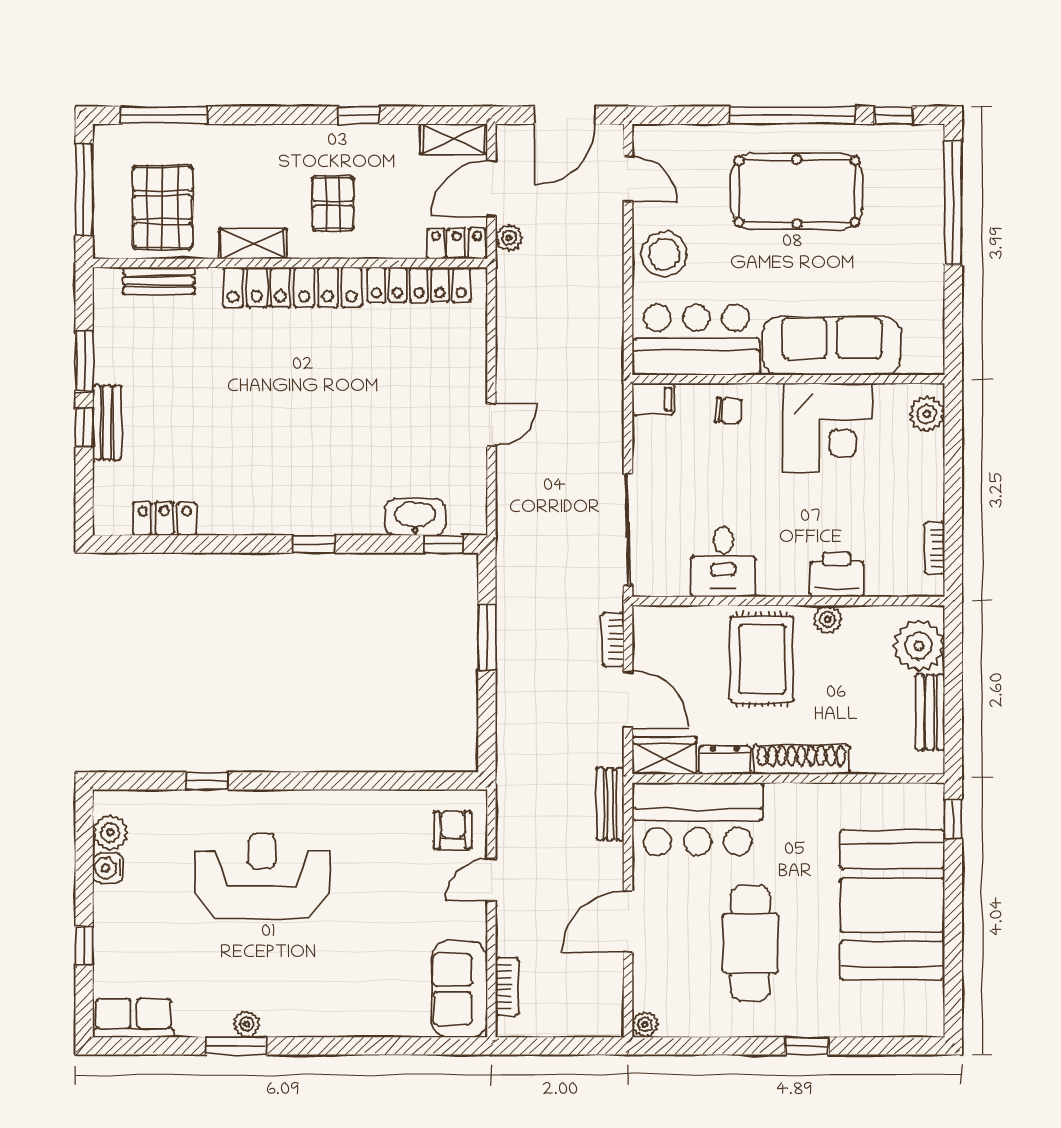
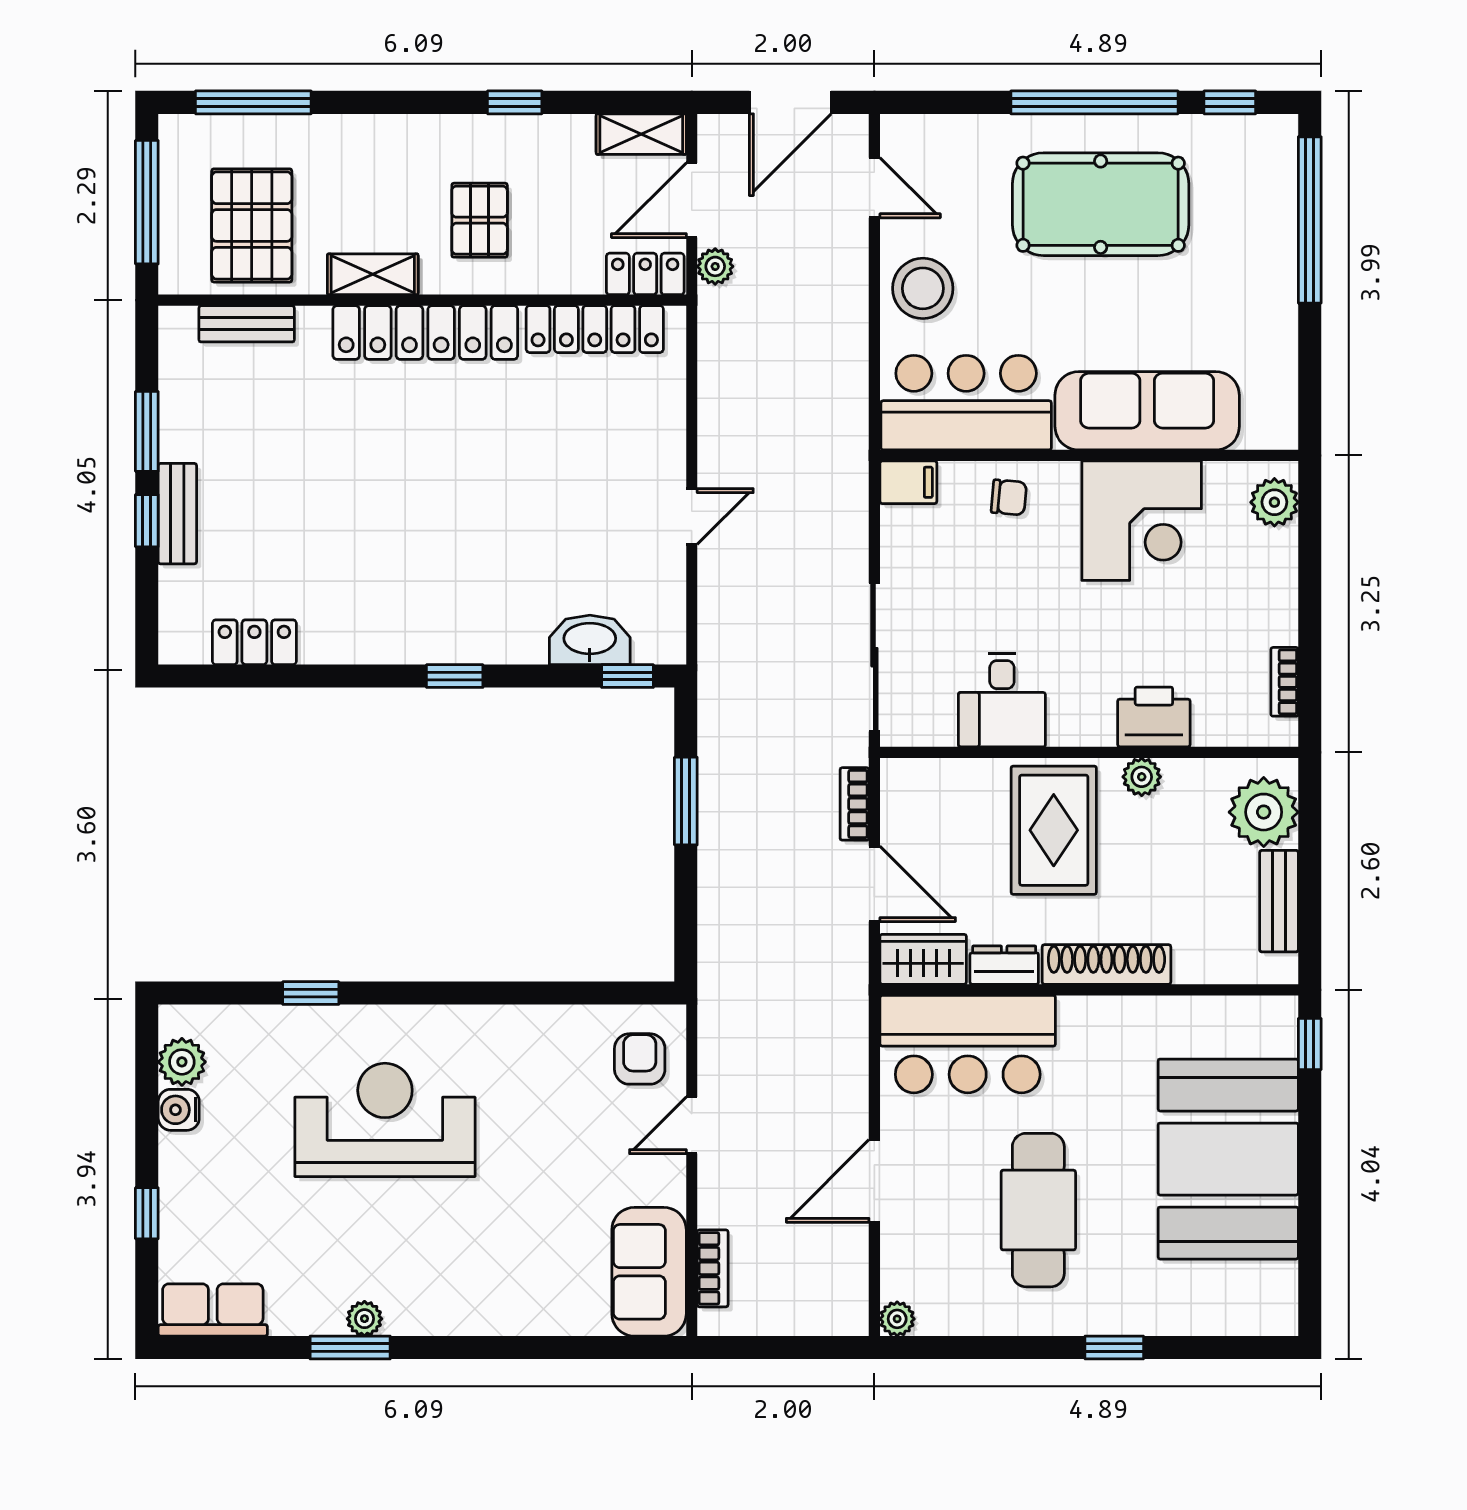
bench: (610, 804) -> (851, 1024), removed

